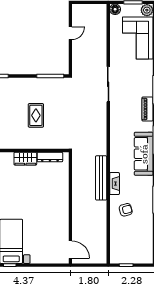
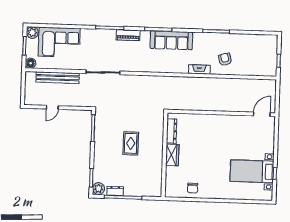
door: (70, 33) -> (52, 107), swing flipped
rug: (36, 115) -> (131, 143), turned 90
bench: (101, 178) -> (58, 78), moved

